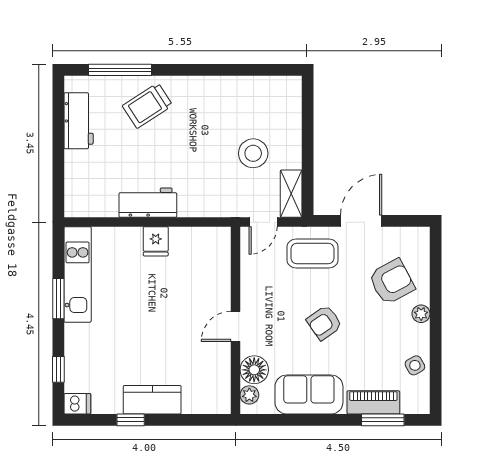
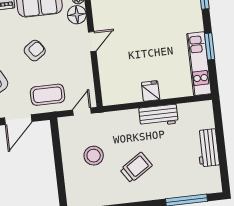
trolley: (147, 106) -> (136, 167), moved
workbench: (79, 121) -> (208, 148), moved
shelving: (291, 194) -> (66, 132), removed

